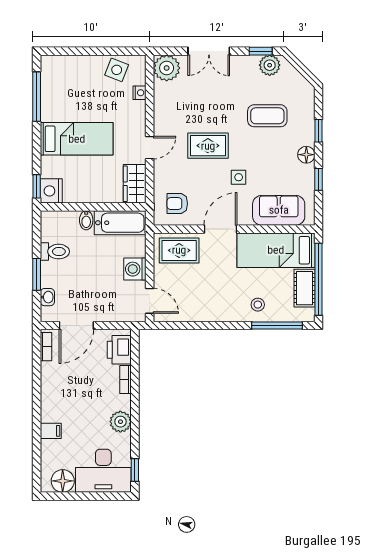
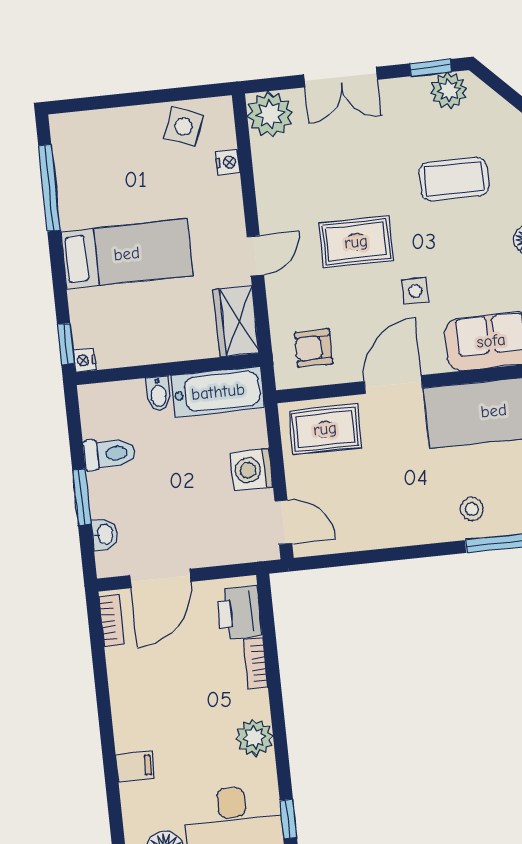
nightstand: (51, 191) -> (85, 360), width x0.53, depth x0.56

